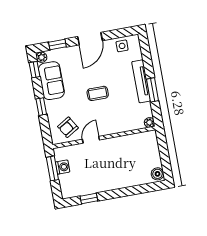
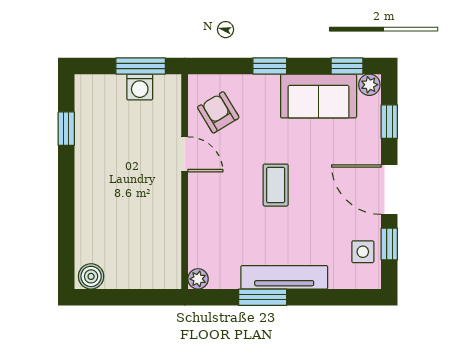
window: (116, 34) -> (389, 244), added

